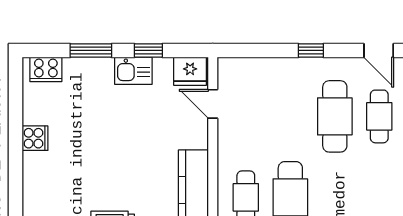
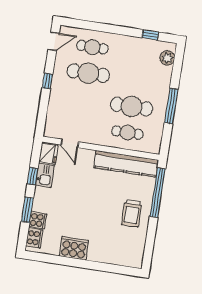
cooker: (76, 71) -> (38, 220), added
kitchen sink: (133, 71) -> (45, 175), moved
door: (213, 104) -> (70, 143), hinge flipped
cooker: (35, 138) -> (74, 248), width x1.87, depth x1.31

